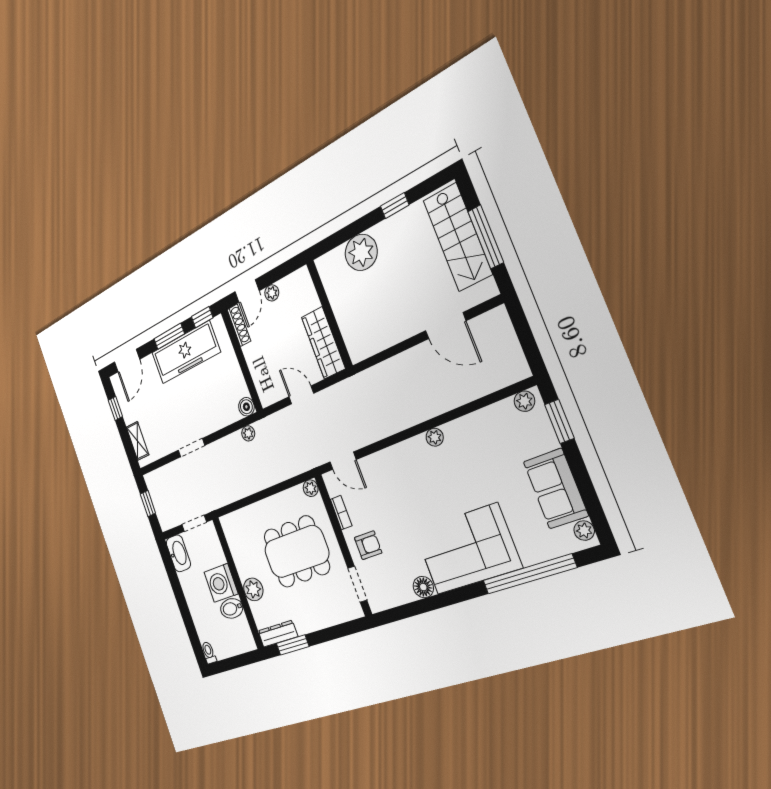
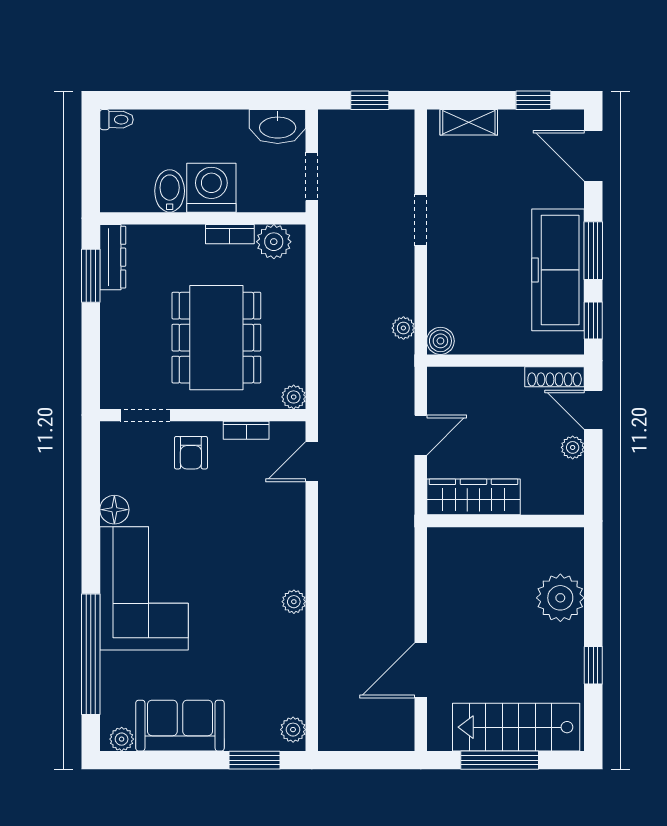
bookcase: (240, 563) -> (230, 234), added
plant: (253, 589) -> (274, 242), moved

